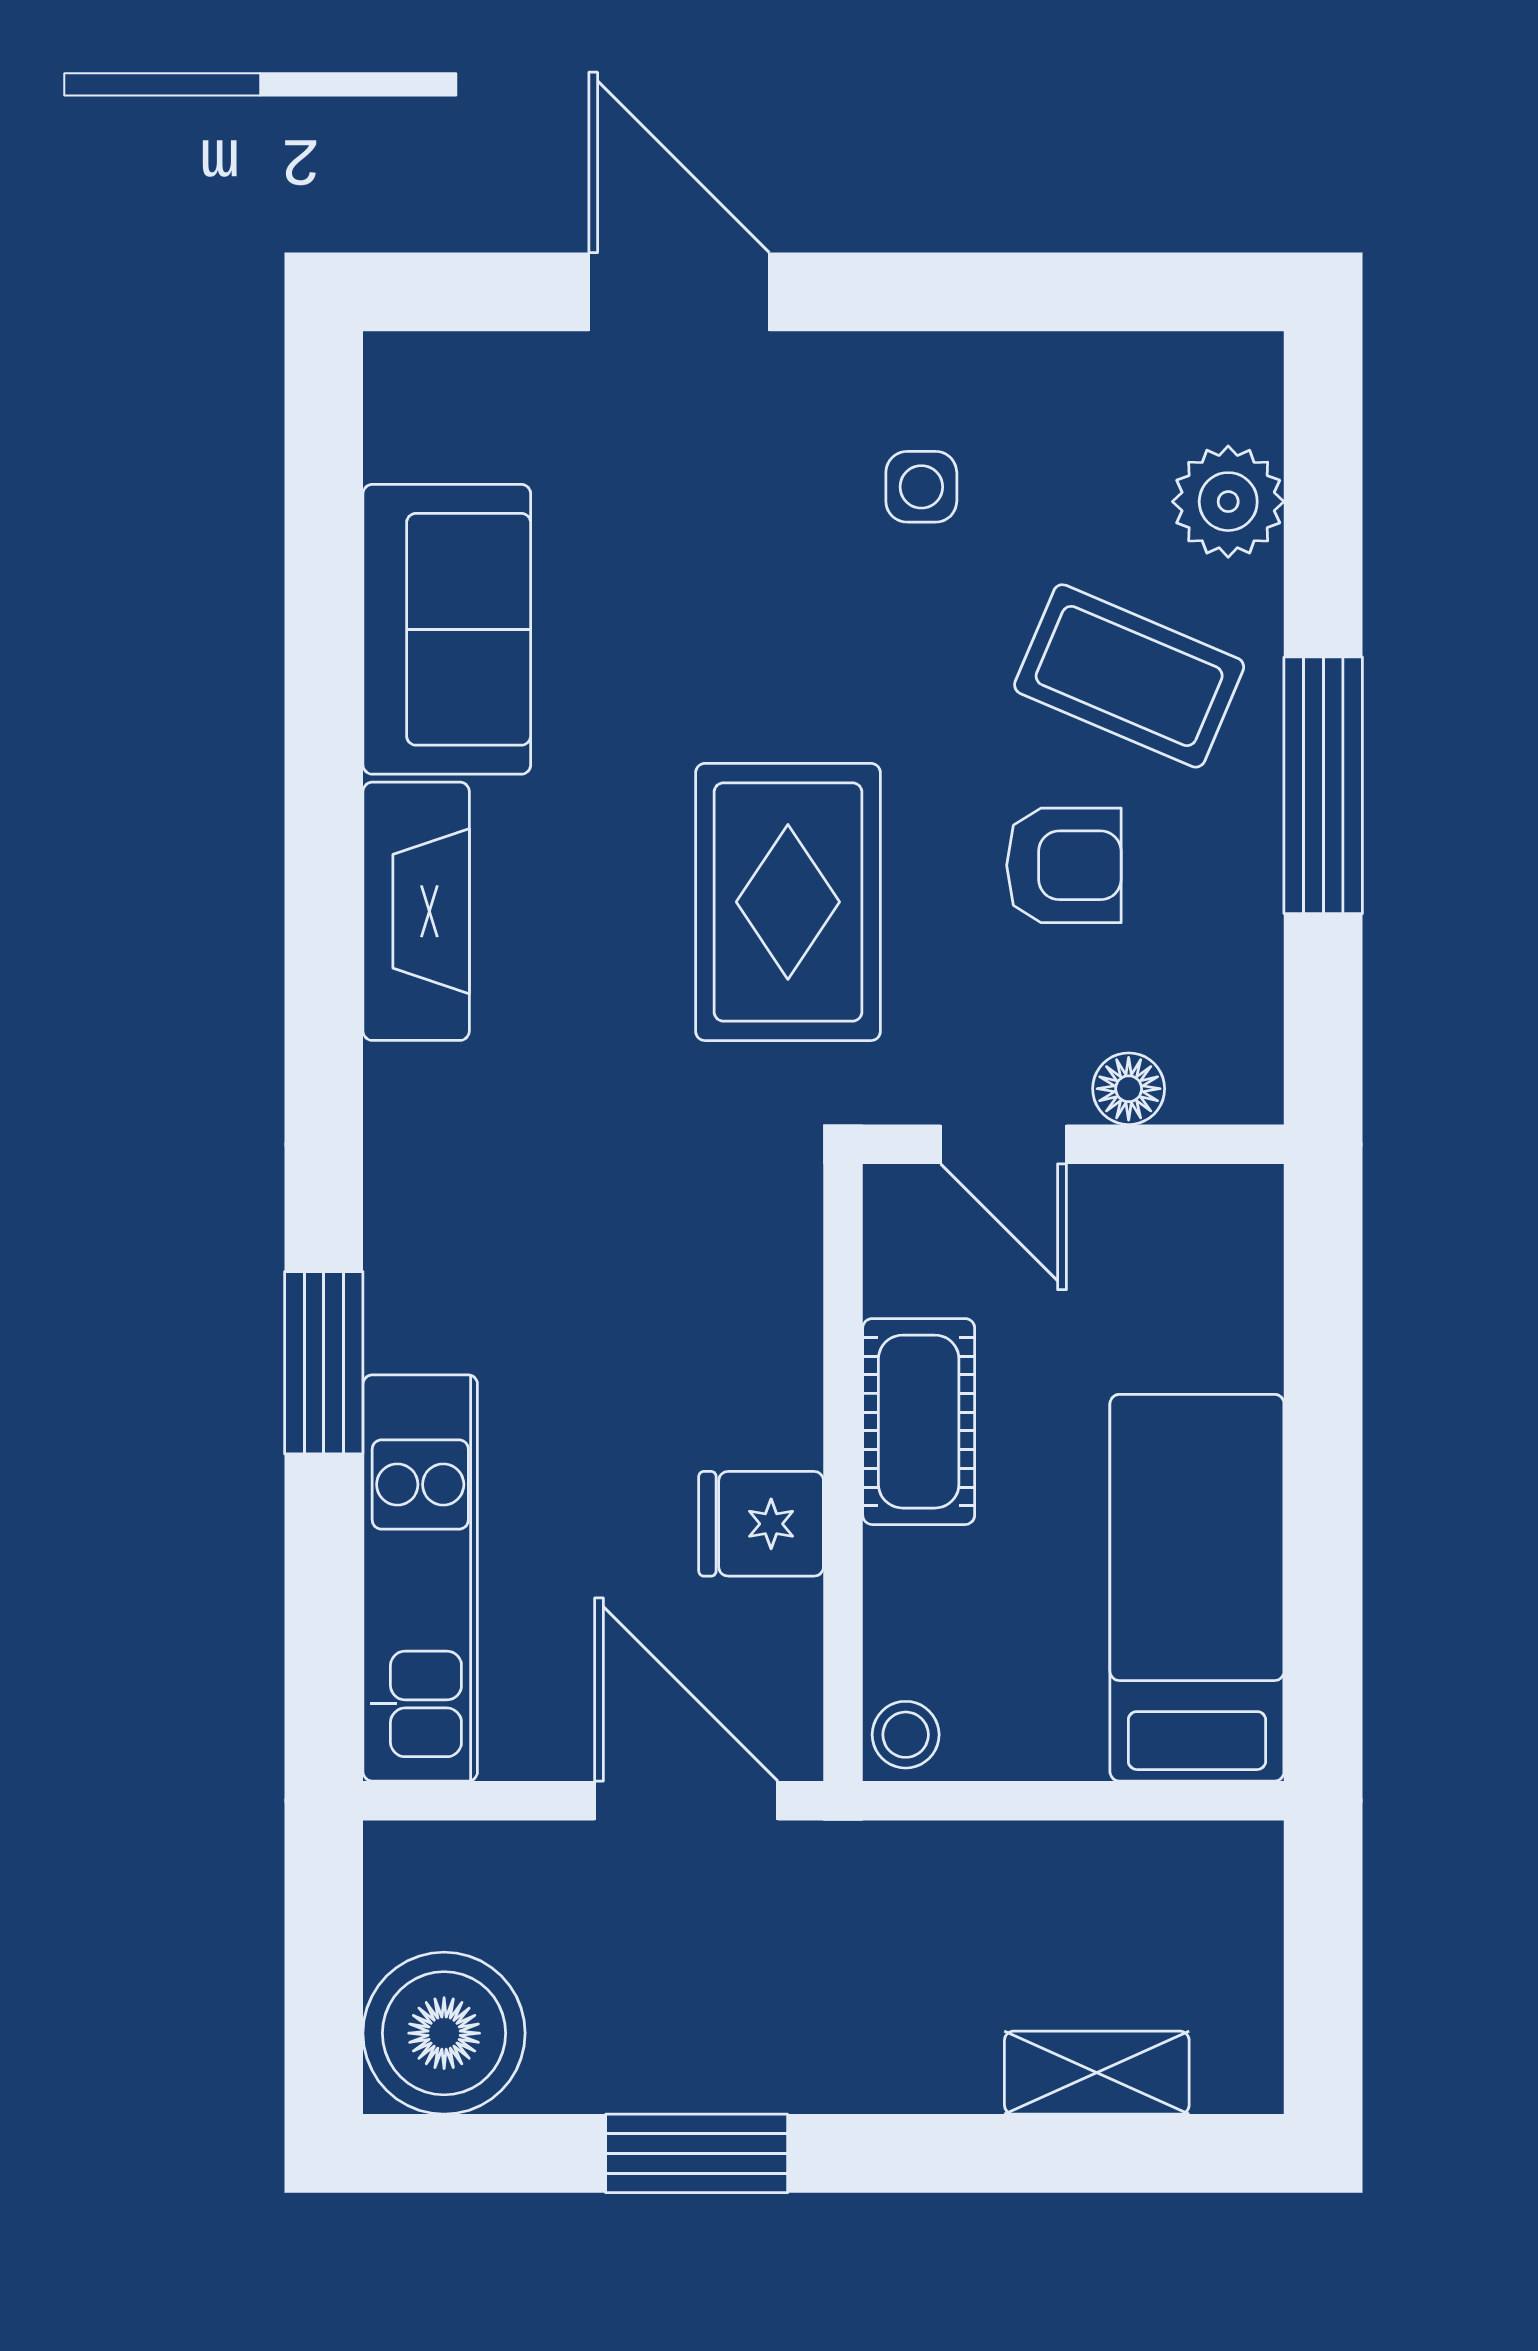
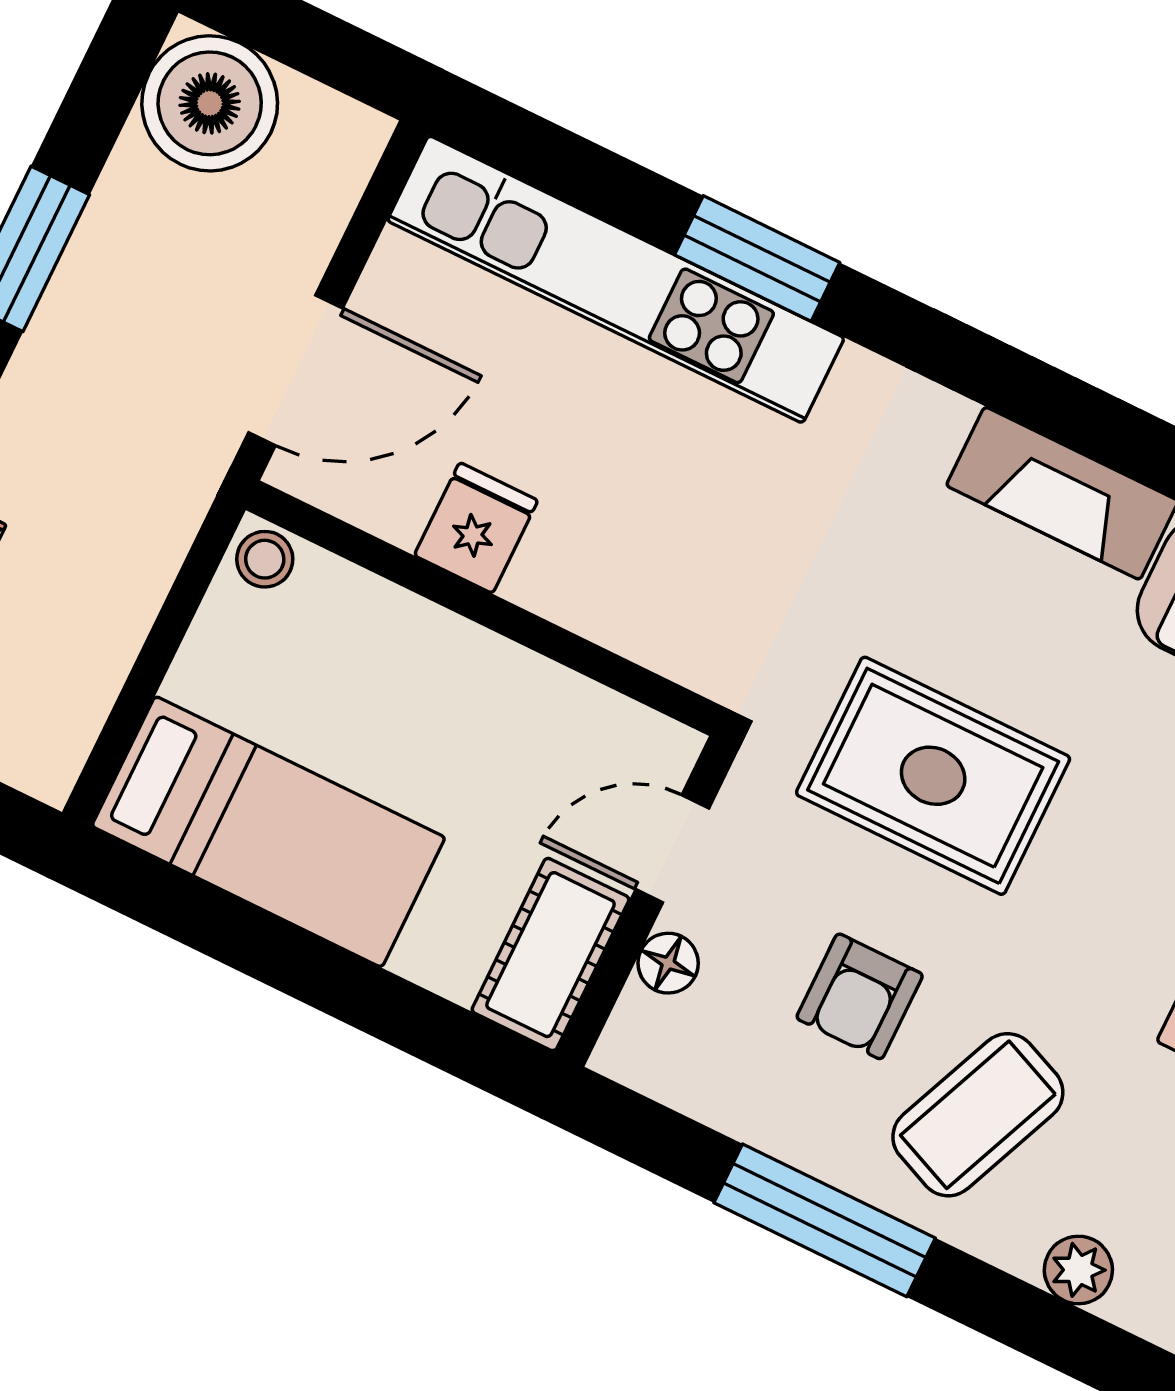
plant: (1228, 502) -> (1078, 1270), width x0.73, depth x0.73
cot: (919, 1422) -> (551, 955), moved, turned 90
kitchen unit: (420, 1578) -> (616, 279), width x1.36

